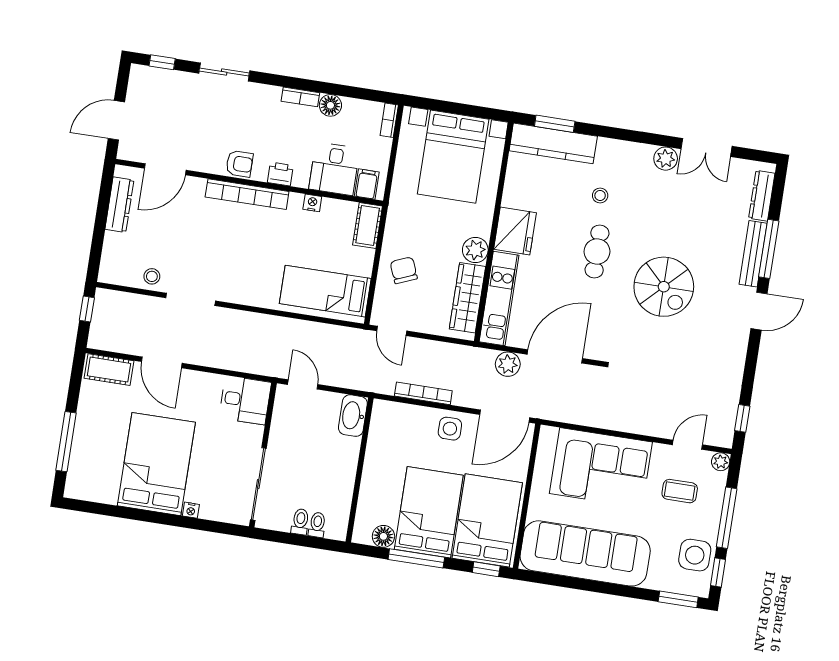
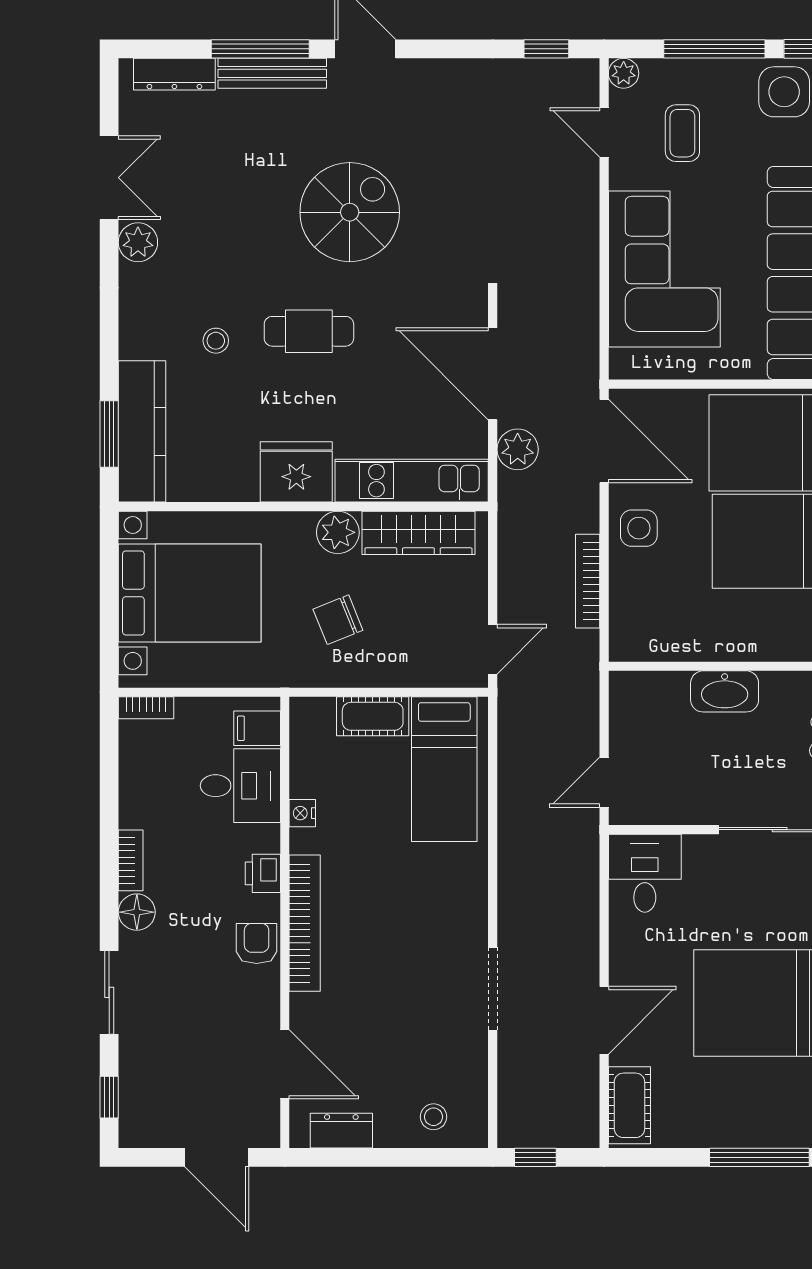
floor lamp: (330, 105) -> (137, 912), moved
dresser: (119, 205) -> (341, 1131), width x0.70
cot: (368, 226) -> (373, 716), moved
chair: (404, 270) -> (338, 620), moved
stool: (152, 276) -> (434, 1117), moved
washbasin: (353, 416) -> (725, 691), moved

